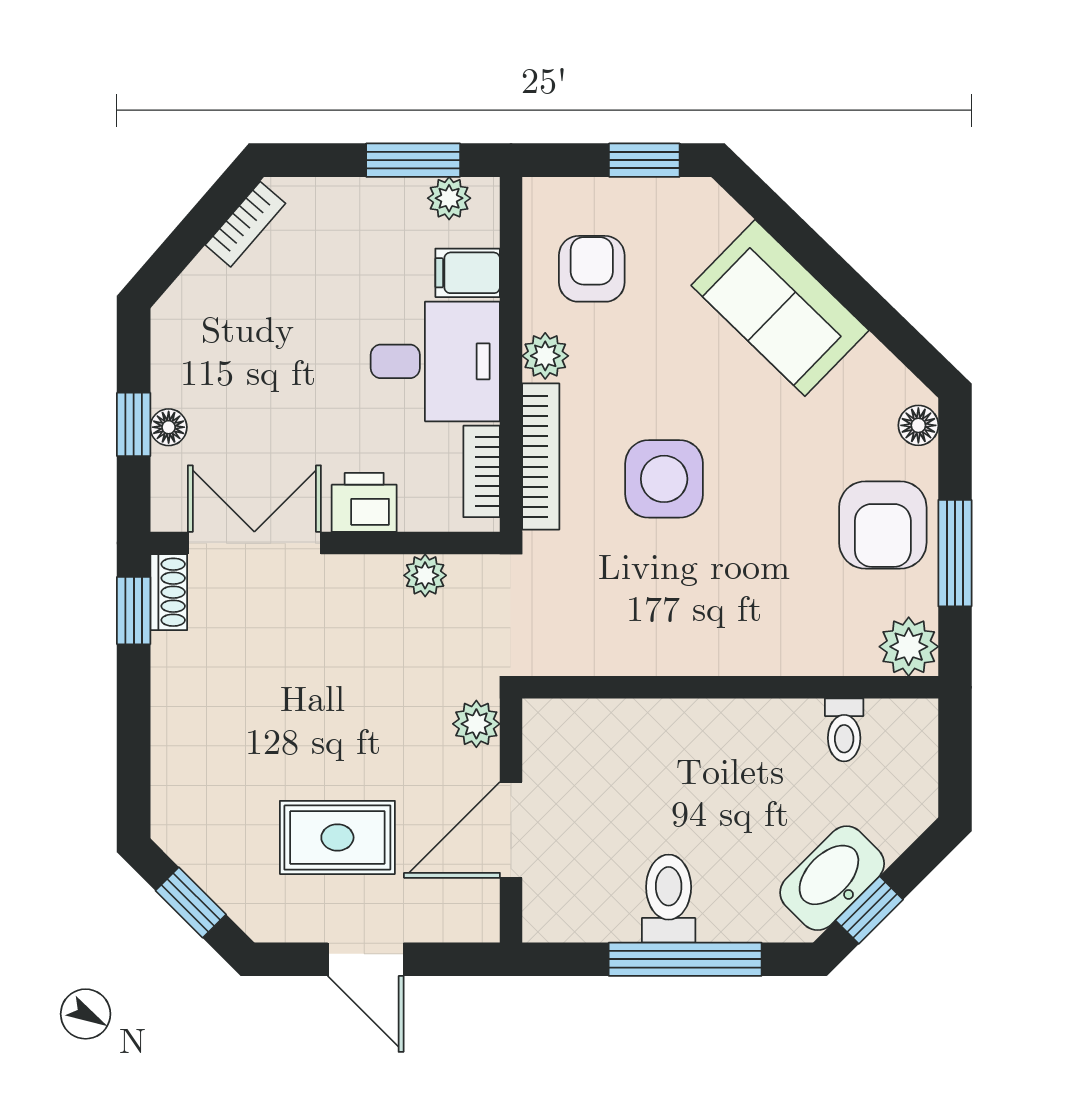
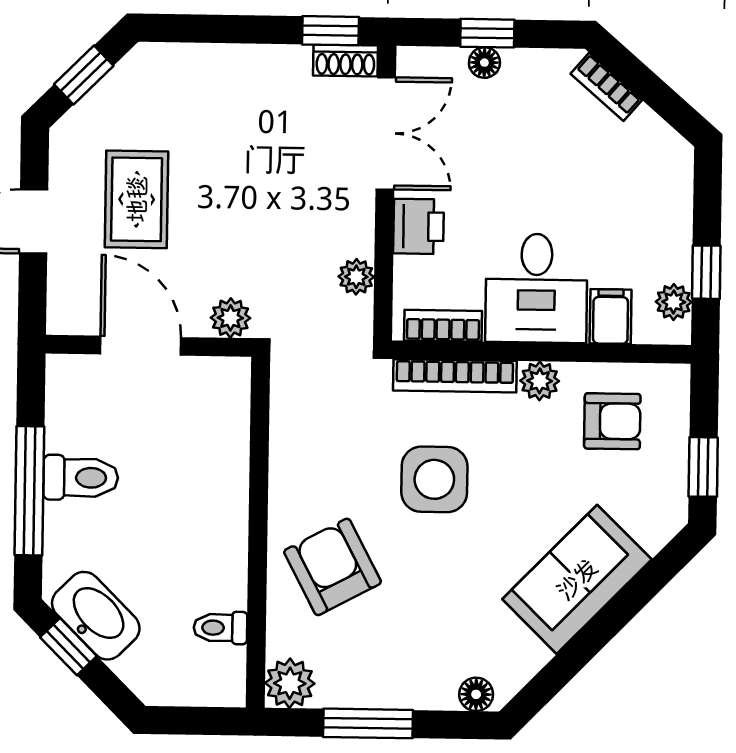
window: (413, 160) -> (706, 272), width x0.67
bookcase: (245, 224) -> (606, 87), moved
armchair: (883, 525) -> (332, 567), moved, turned 62

